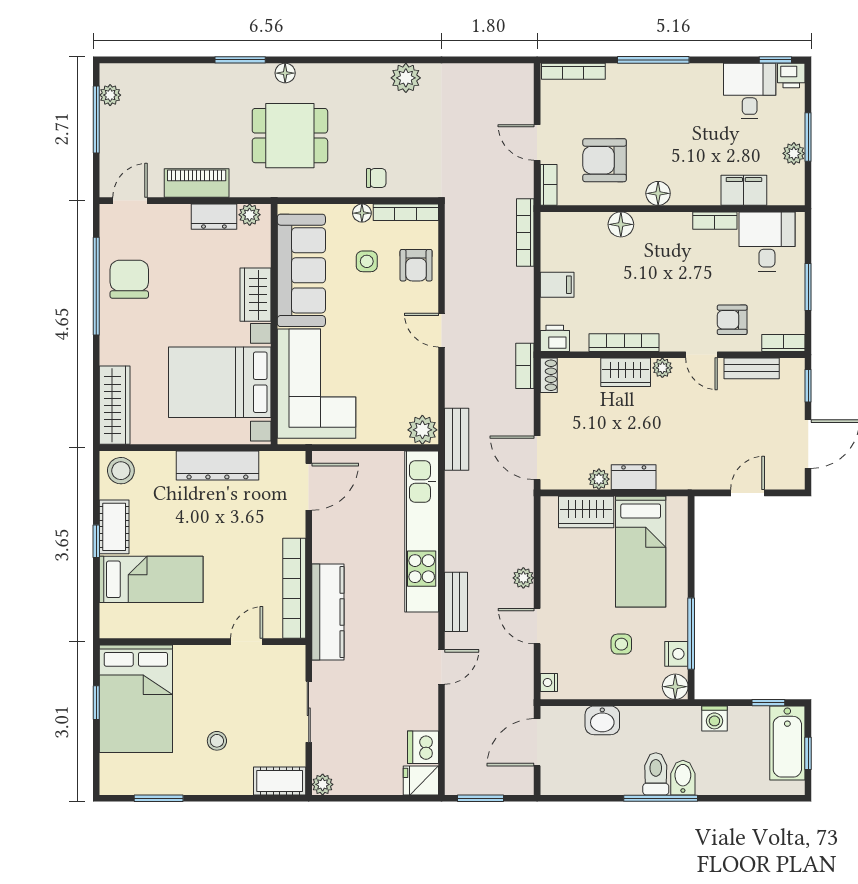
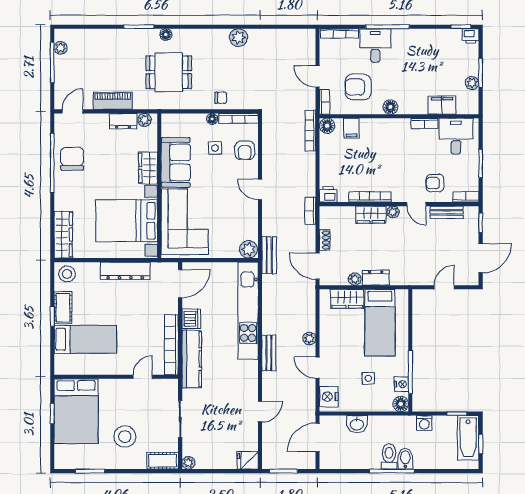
desk: (750, 91) -> (375, 45), moved
floor lamp: (621, 224) -> (327, 126), moved
sofa: (301, 270) -> (176, 162), width x0.73
filing cabinet: (557, 285) -> (352, 128), moved, turned 90
shoe rack: (549, 375) -> (325, 240), moved
door: (442, 667) -> (260, 412), moved
nightstand: (549, 683) -> (329, 397), width x1.89, depth x1.79
stool: (217, 741) -> (125, 437), width x1.89, depth x1.89
dishwasher: (423, 747) -> (191, 319), moved, turned 180

